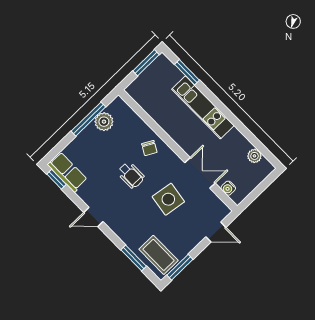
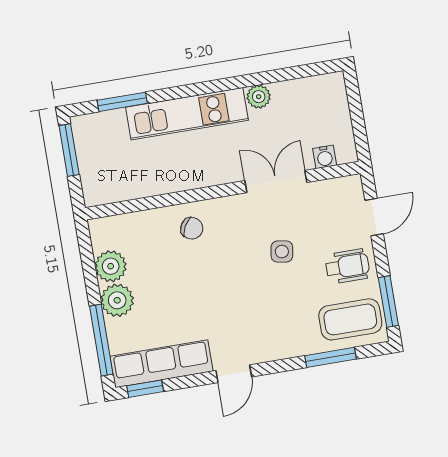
window: (88, 119) -> (101, 340), moved
plant: (90, 136) -> (117, 300), added
plant: (254, 156) -> (259, 97), moved
row of seats: (67, 172) -> (161, 364), width x1.48
wheelchair: (131, 175) -> (347, 266), moved
side table: (168, 199) -> (282, 252), width x0.54, depth x0.54

